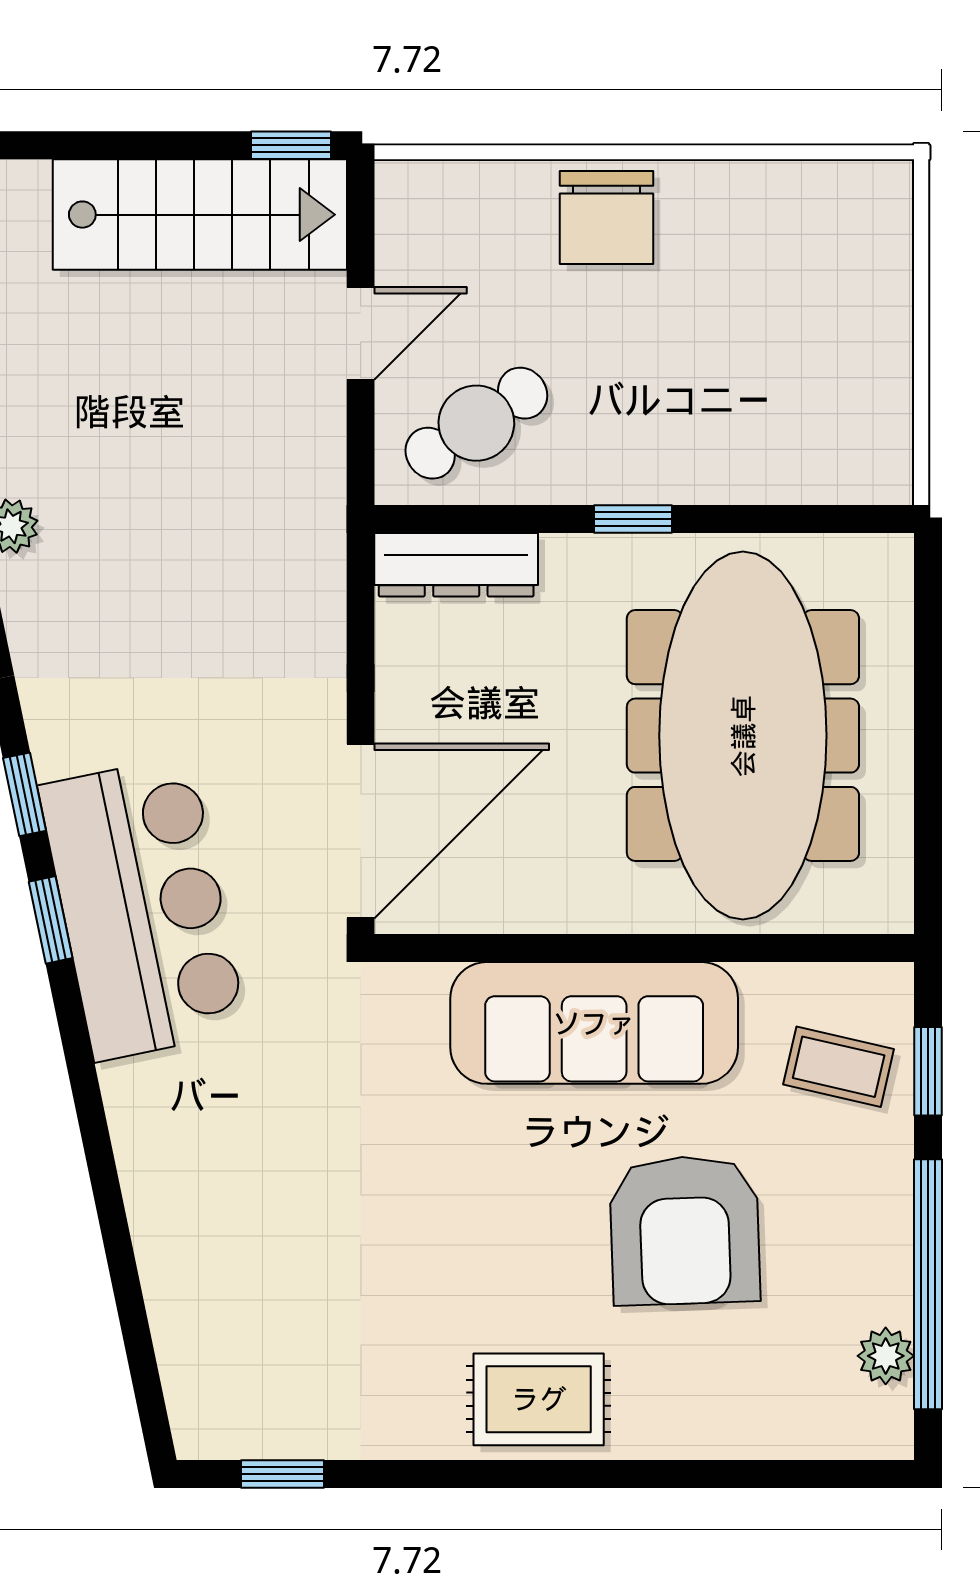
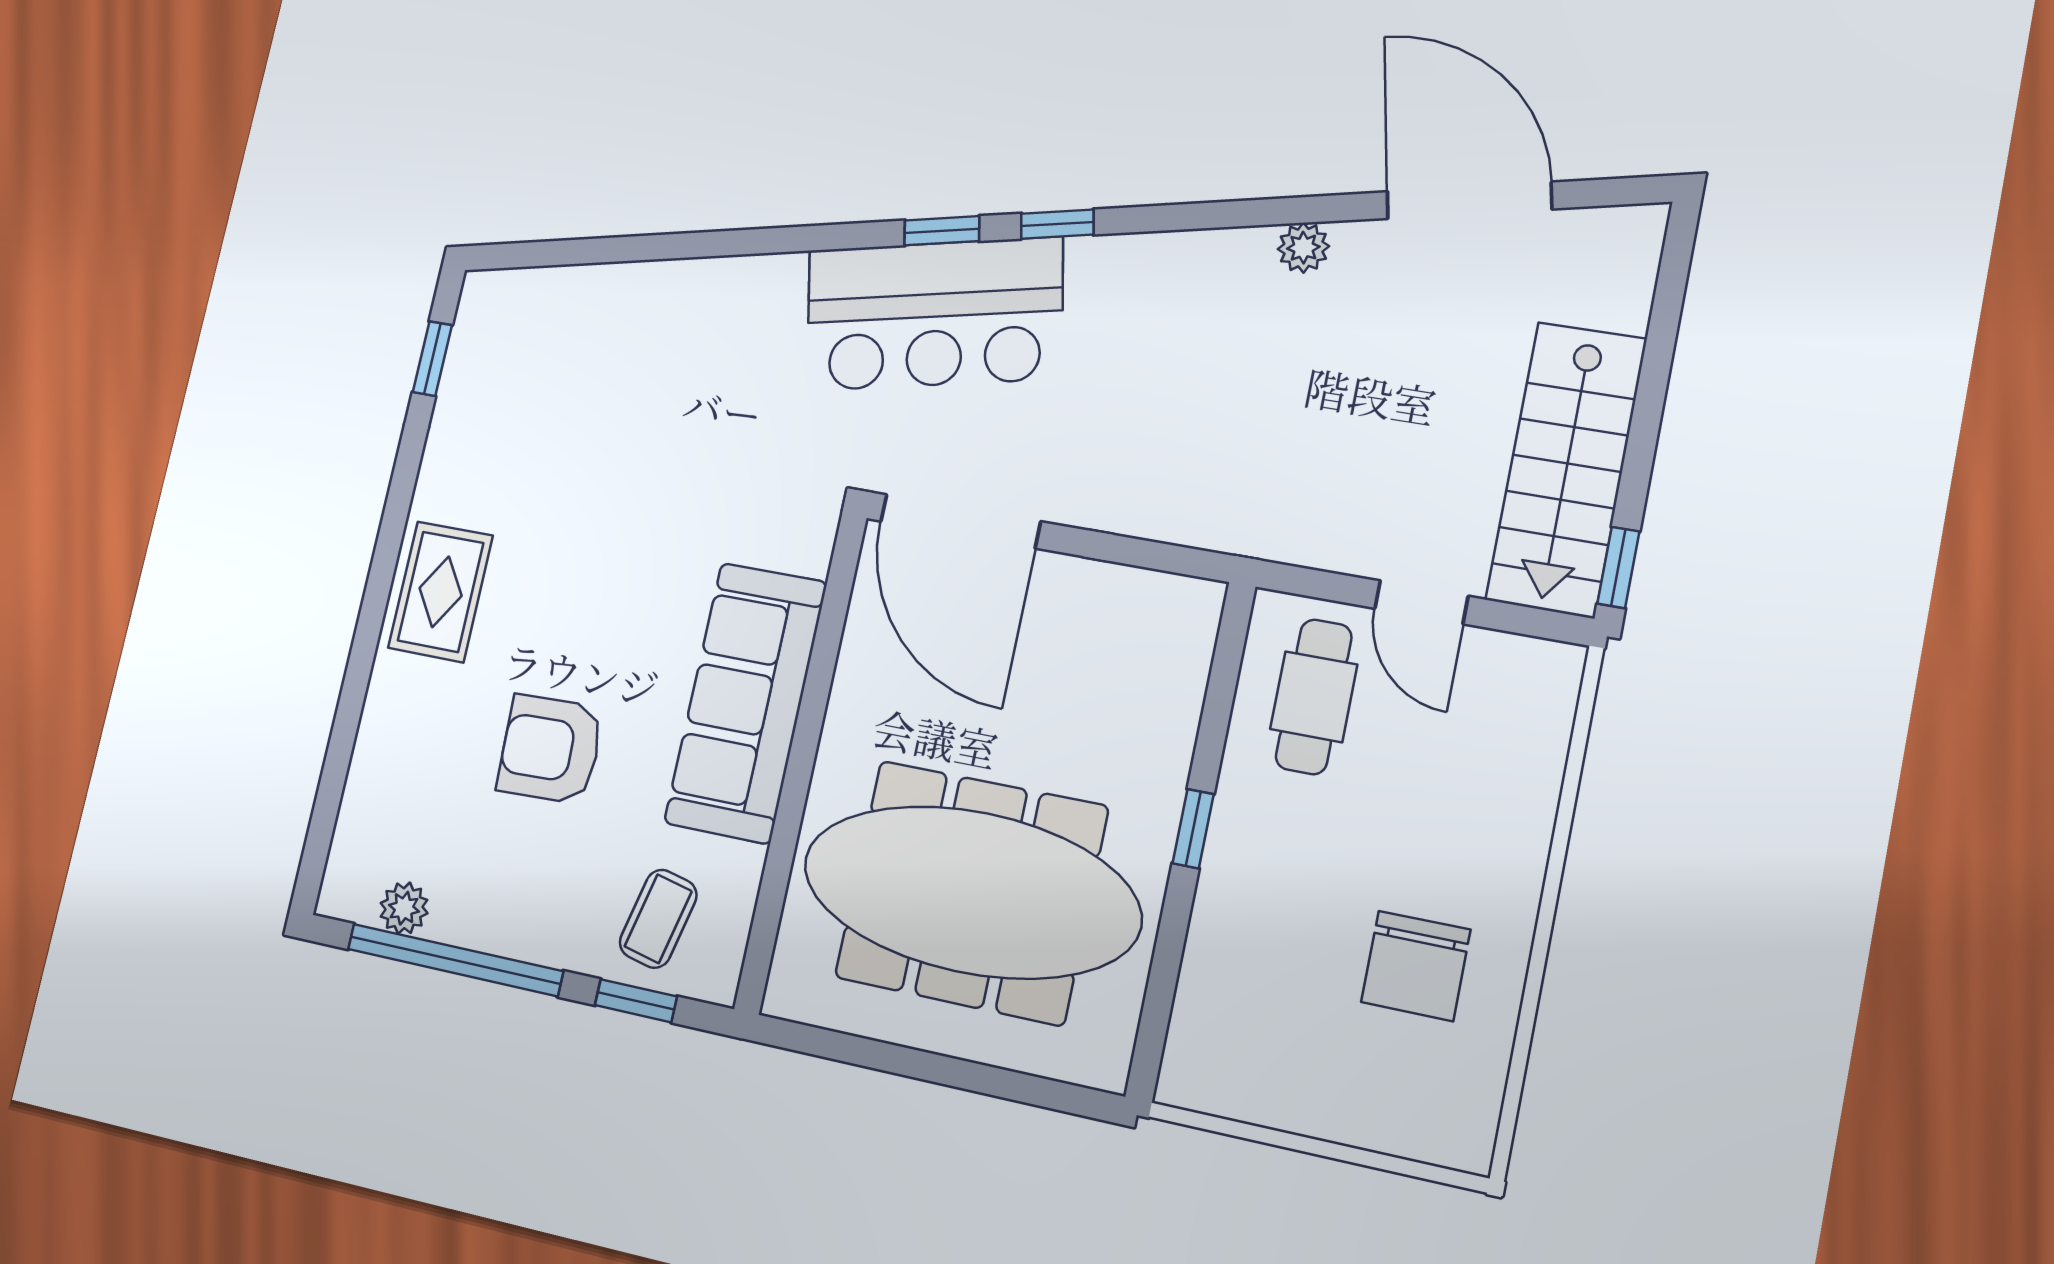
chair: (607, 218) -> (1416, 966), moved, turned -90
cafe table: (476, 423) -> (1314, 697), turned 33
dresser: (456, 565) -> (1184, 653), removed
armchair: (685, 1230) -> (550, 749), width x0.73, depth x0.73

